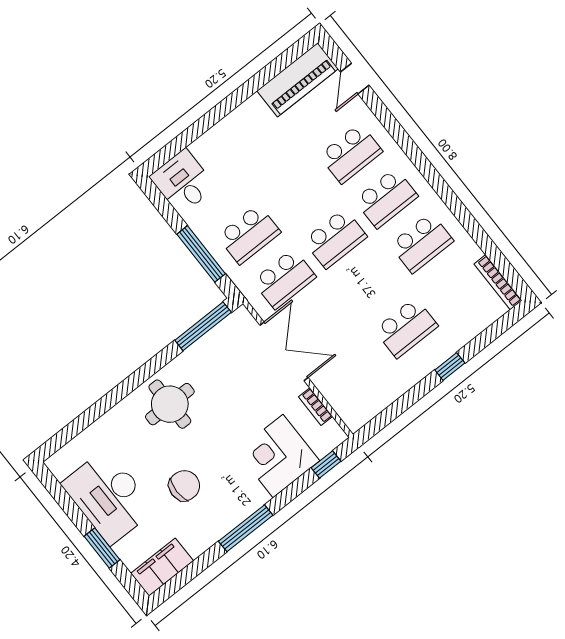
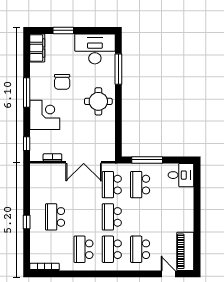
window: (203, 326) -> (118, 69), moved
corner desk: (278, 456) -> (45, 115), moved
desk: (108, 497) -> (95, 49), moved

